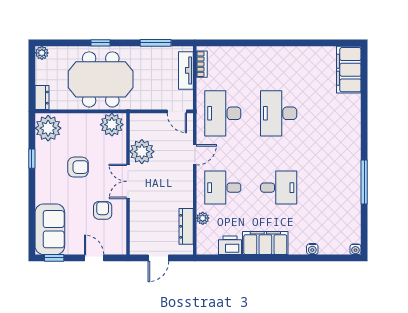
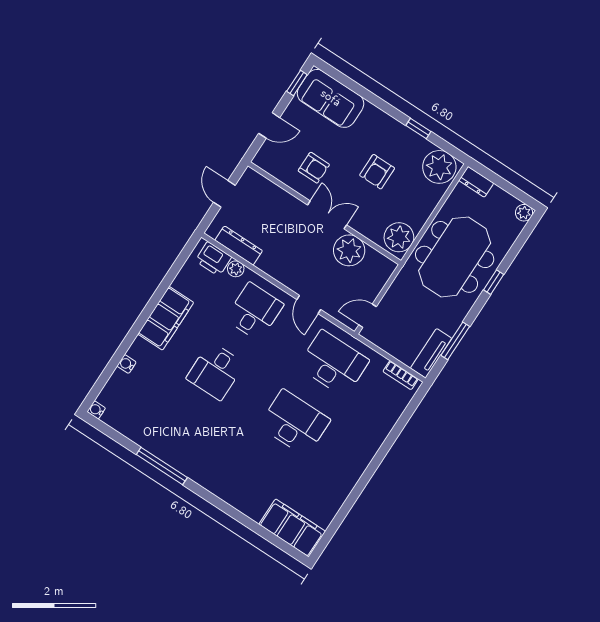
tv unit: (186, 70) -> (431, 353), moved, turned -90
printer: (230, 245) -> (213, 259), moved, turned 90

